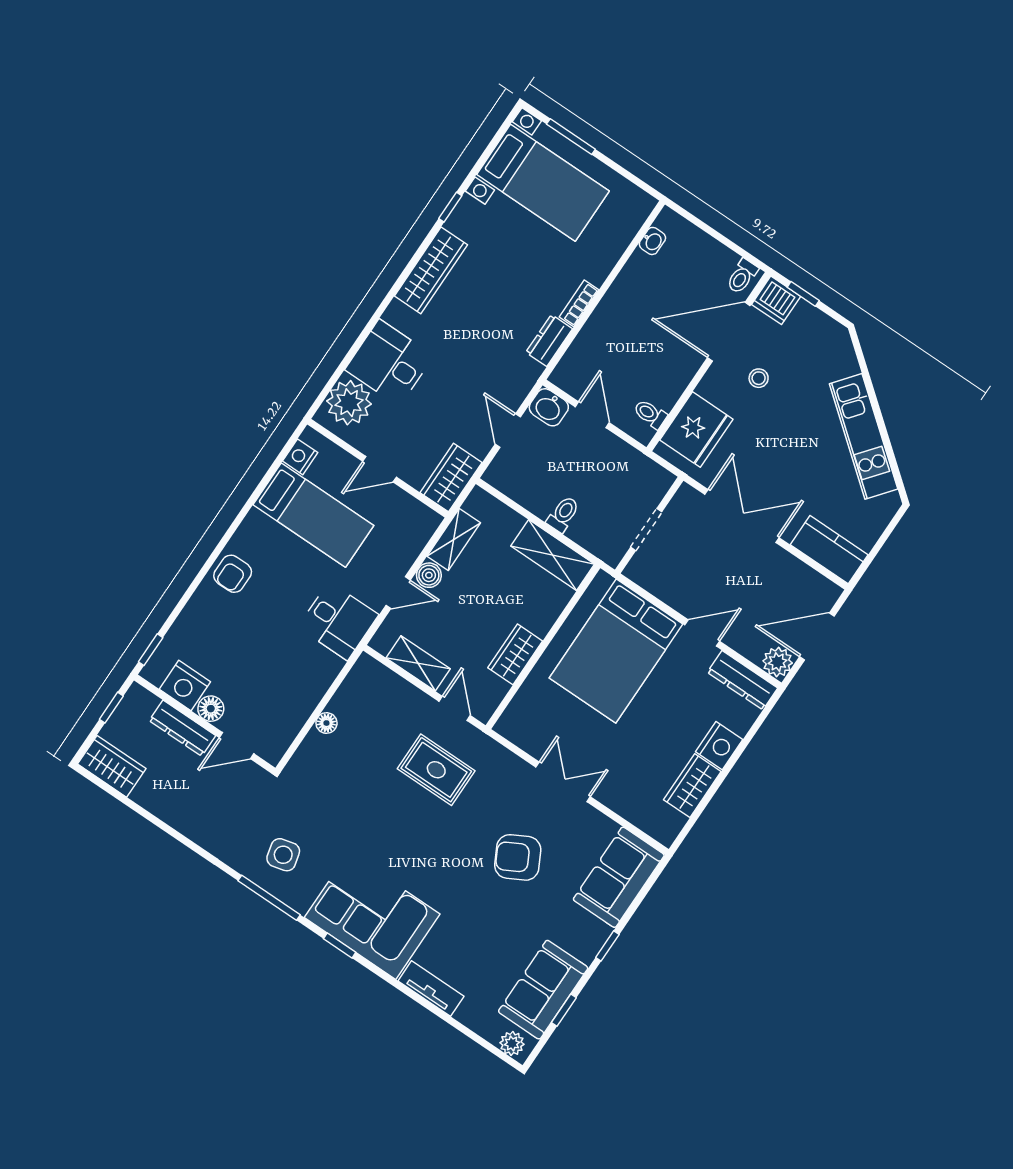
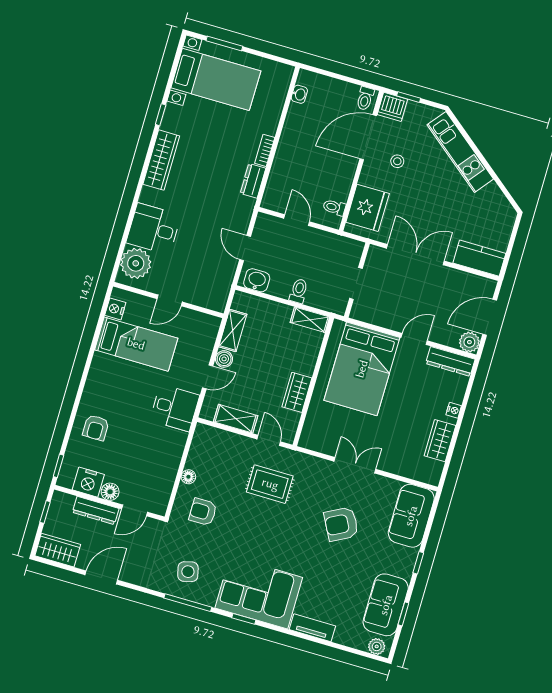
washbasin: (549, 407) -> (257, 280), moved, turned 180
kitchen unit: (864, 436) -> (460, 152), moved
wardrobe: (451, 478) -> (218, 291), removed
shelving: (553, 555) -> (310, 320), width x0.67, depth x0.75
armchair: (233, 574) -> (96, 428), moved
nightstand: (719, 746) -> (454, 410), width x0.53, depth x0.56
armchair: (331, 778) -> (203, 512), added
door: (160, 824) -> (101, 578), added

